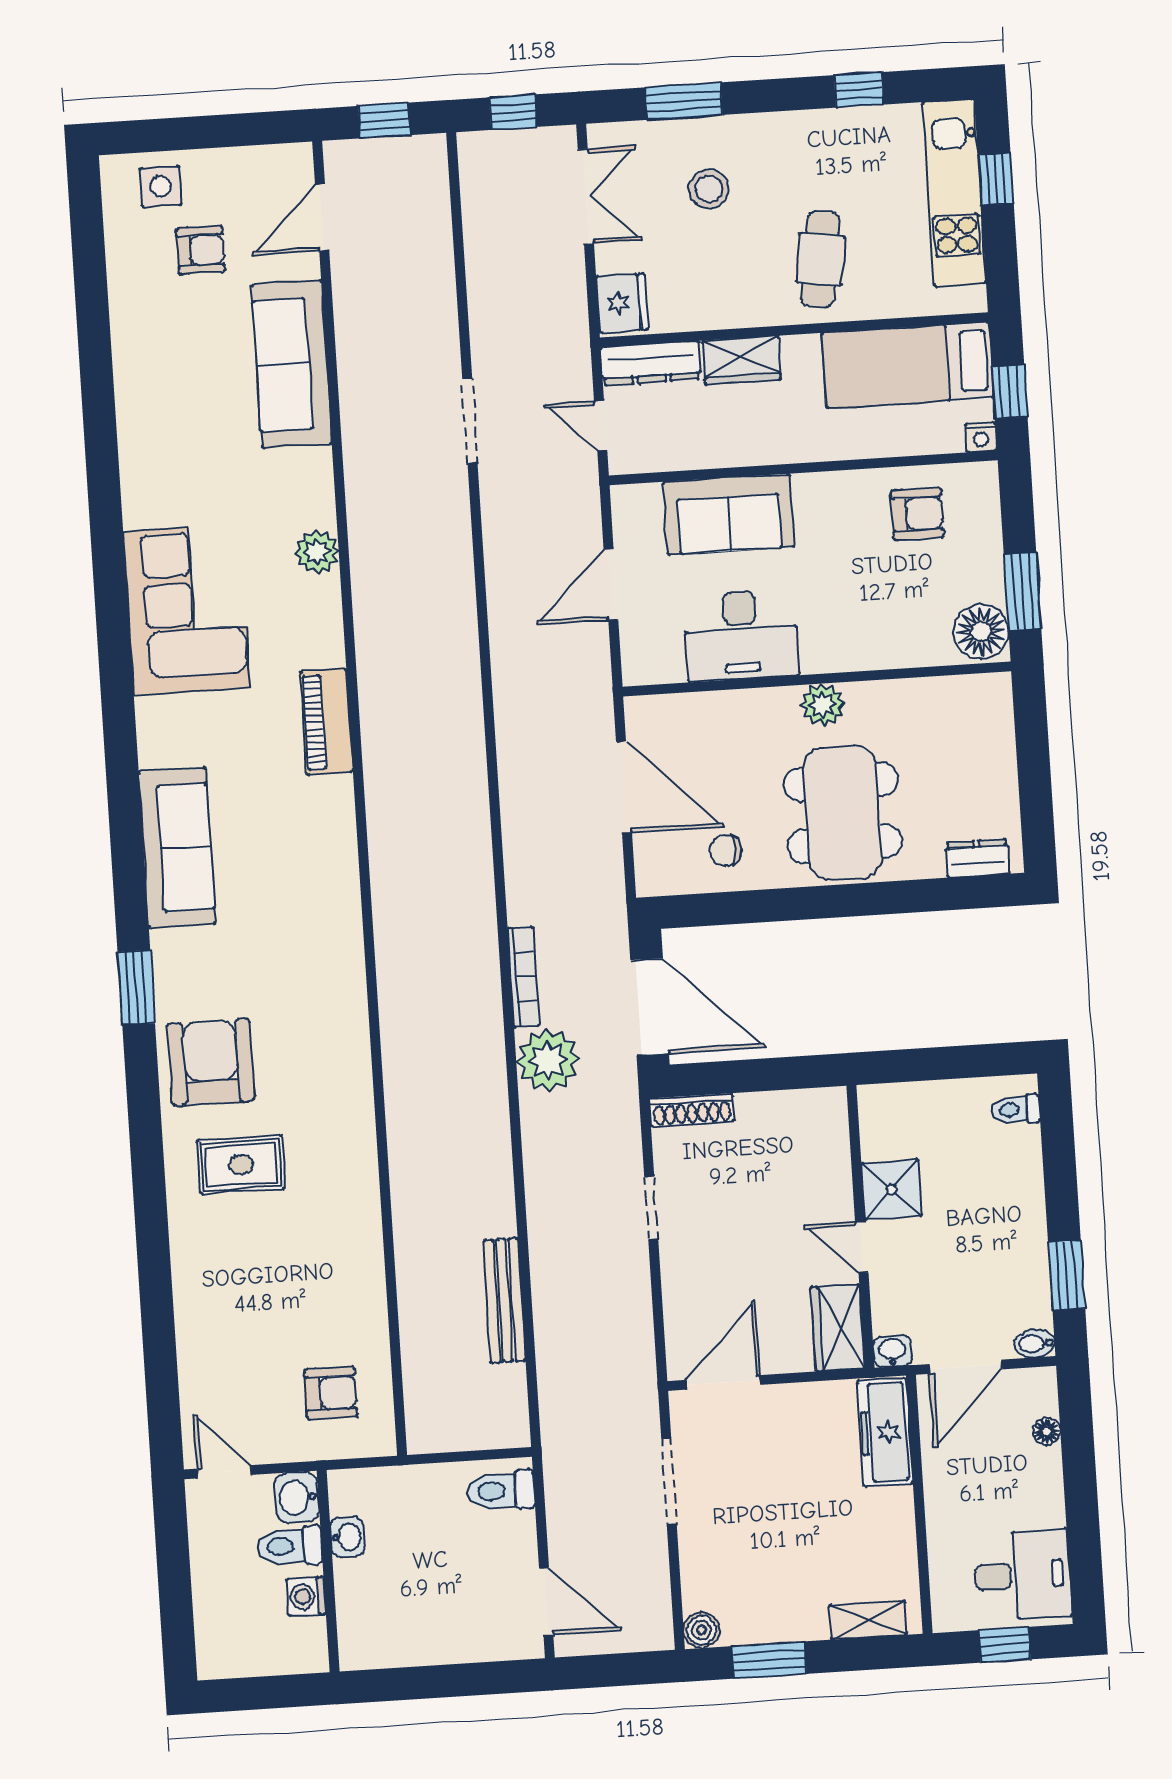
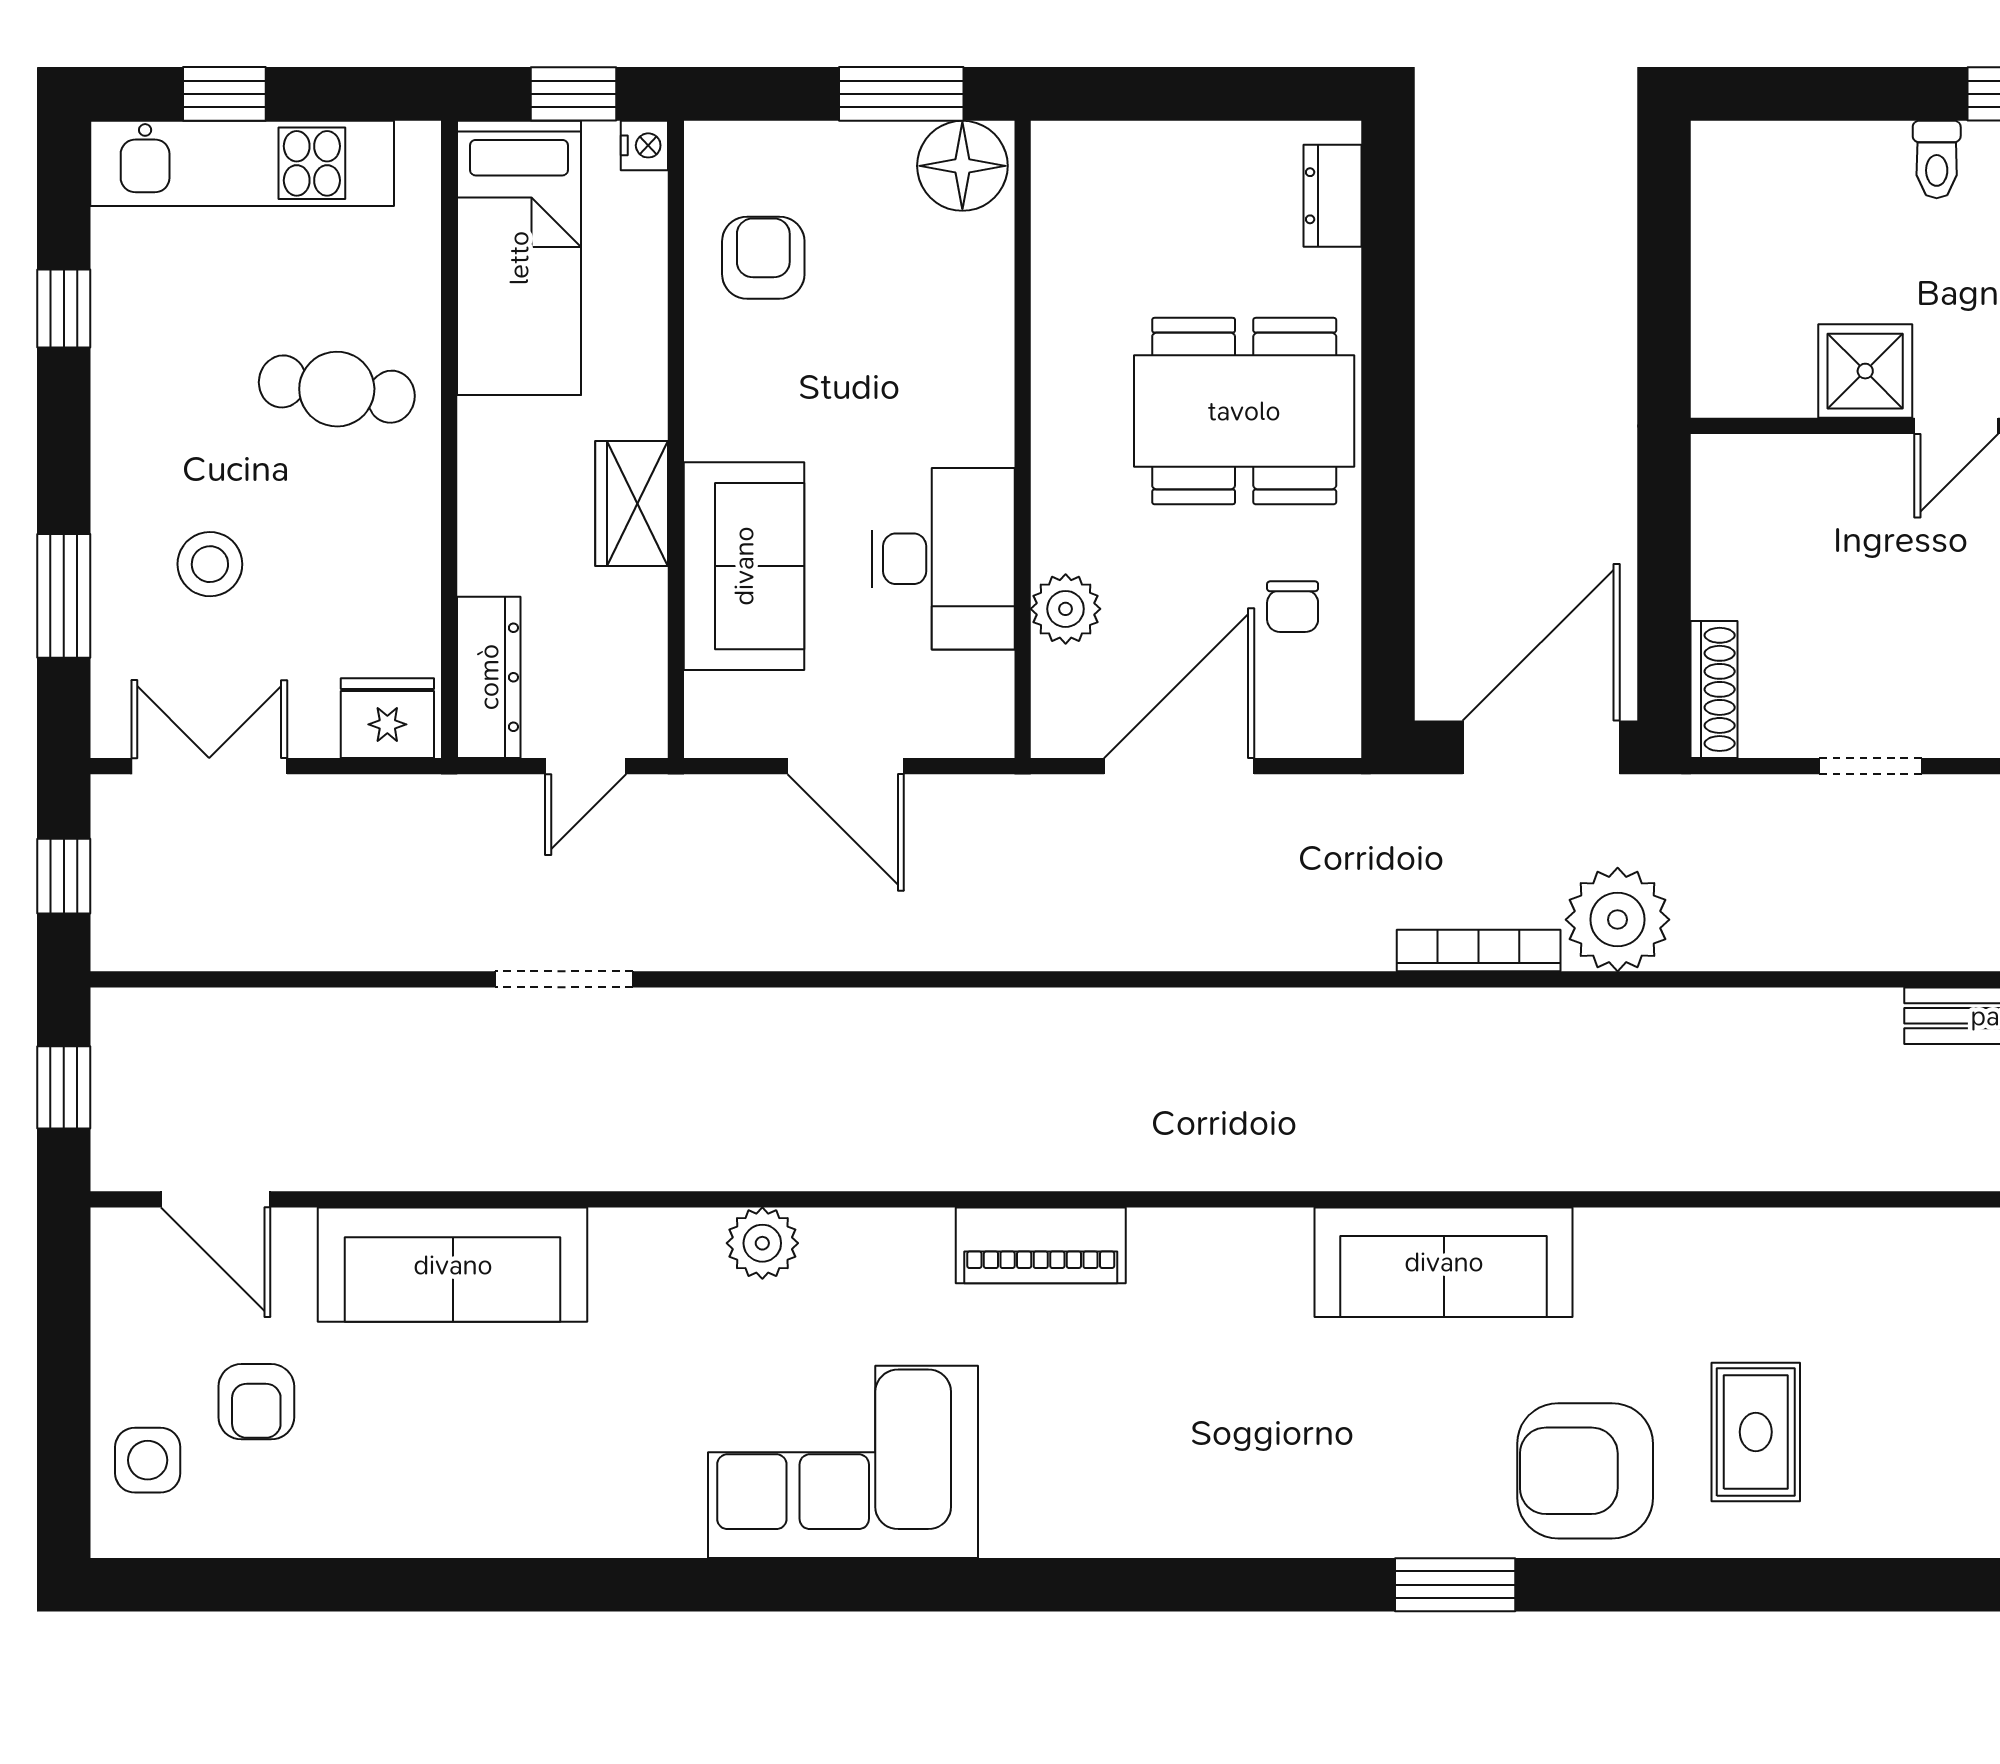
armchair: (201, 250) -> (256, 1402), turned 180
wardrobe: (742, 360) -> (632, 503), moved, turned 180
plant: (823, 705) -> (1066, 609), moved
sofa: (177, 848) -> (1444, 1262), moved, turned 180
toilet: (1016, 1110) -> (1937, 160), moved

